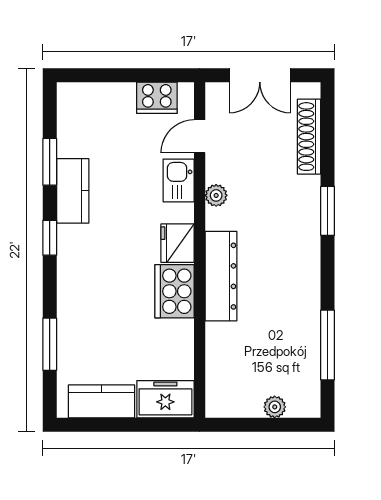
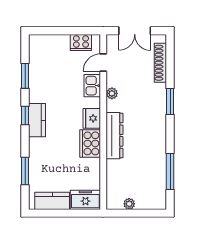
kitchen counter: (73, 191) -> (37, 120), moved
plant: (275, 407) -> (129, 204), moved

